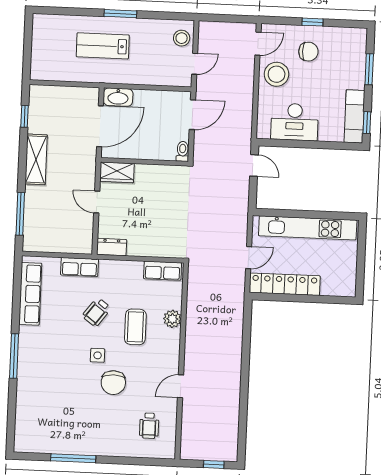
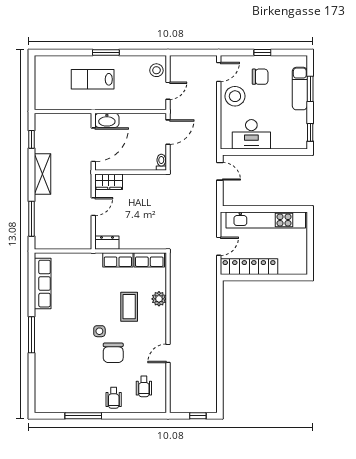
exam couch: (354, 116) -> (300, 89), moved
door: (97, 202) -> (93, 207), swing flipped
row of seats: (80, 267) -> (118, 260), moved
wheelchair: (97, 312) -> (114, 398), moved, turned -37

